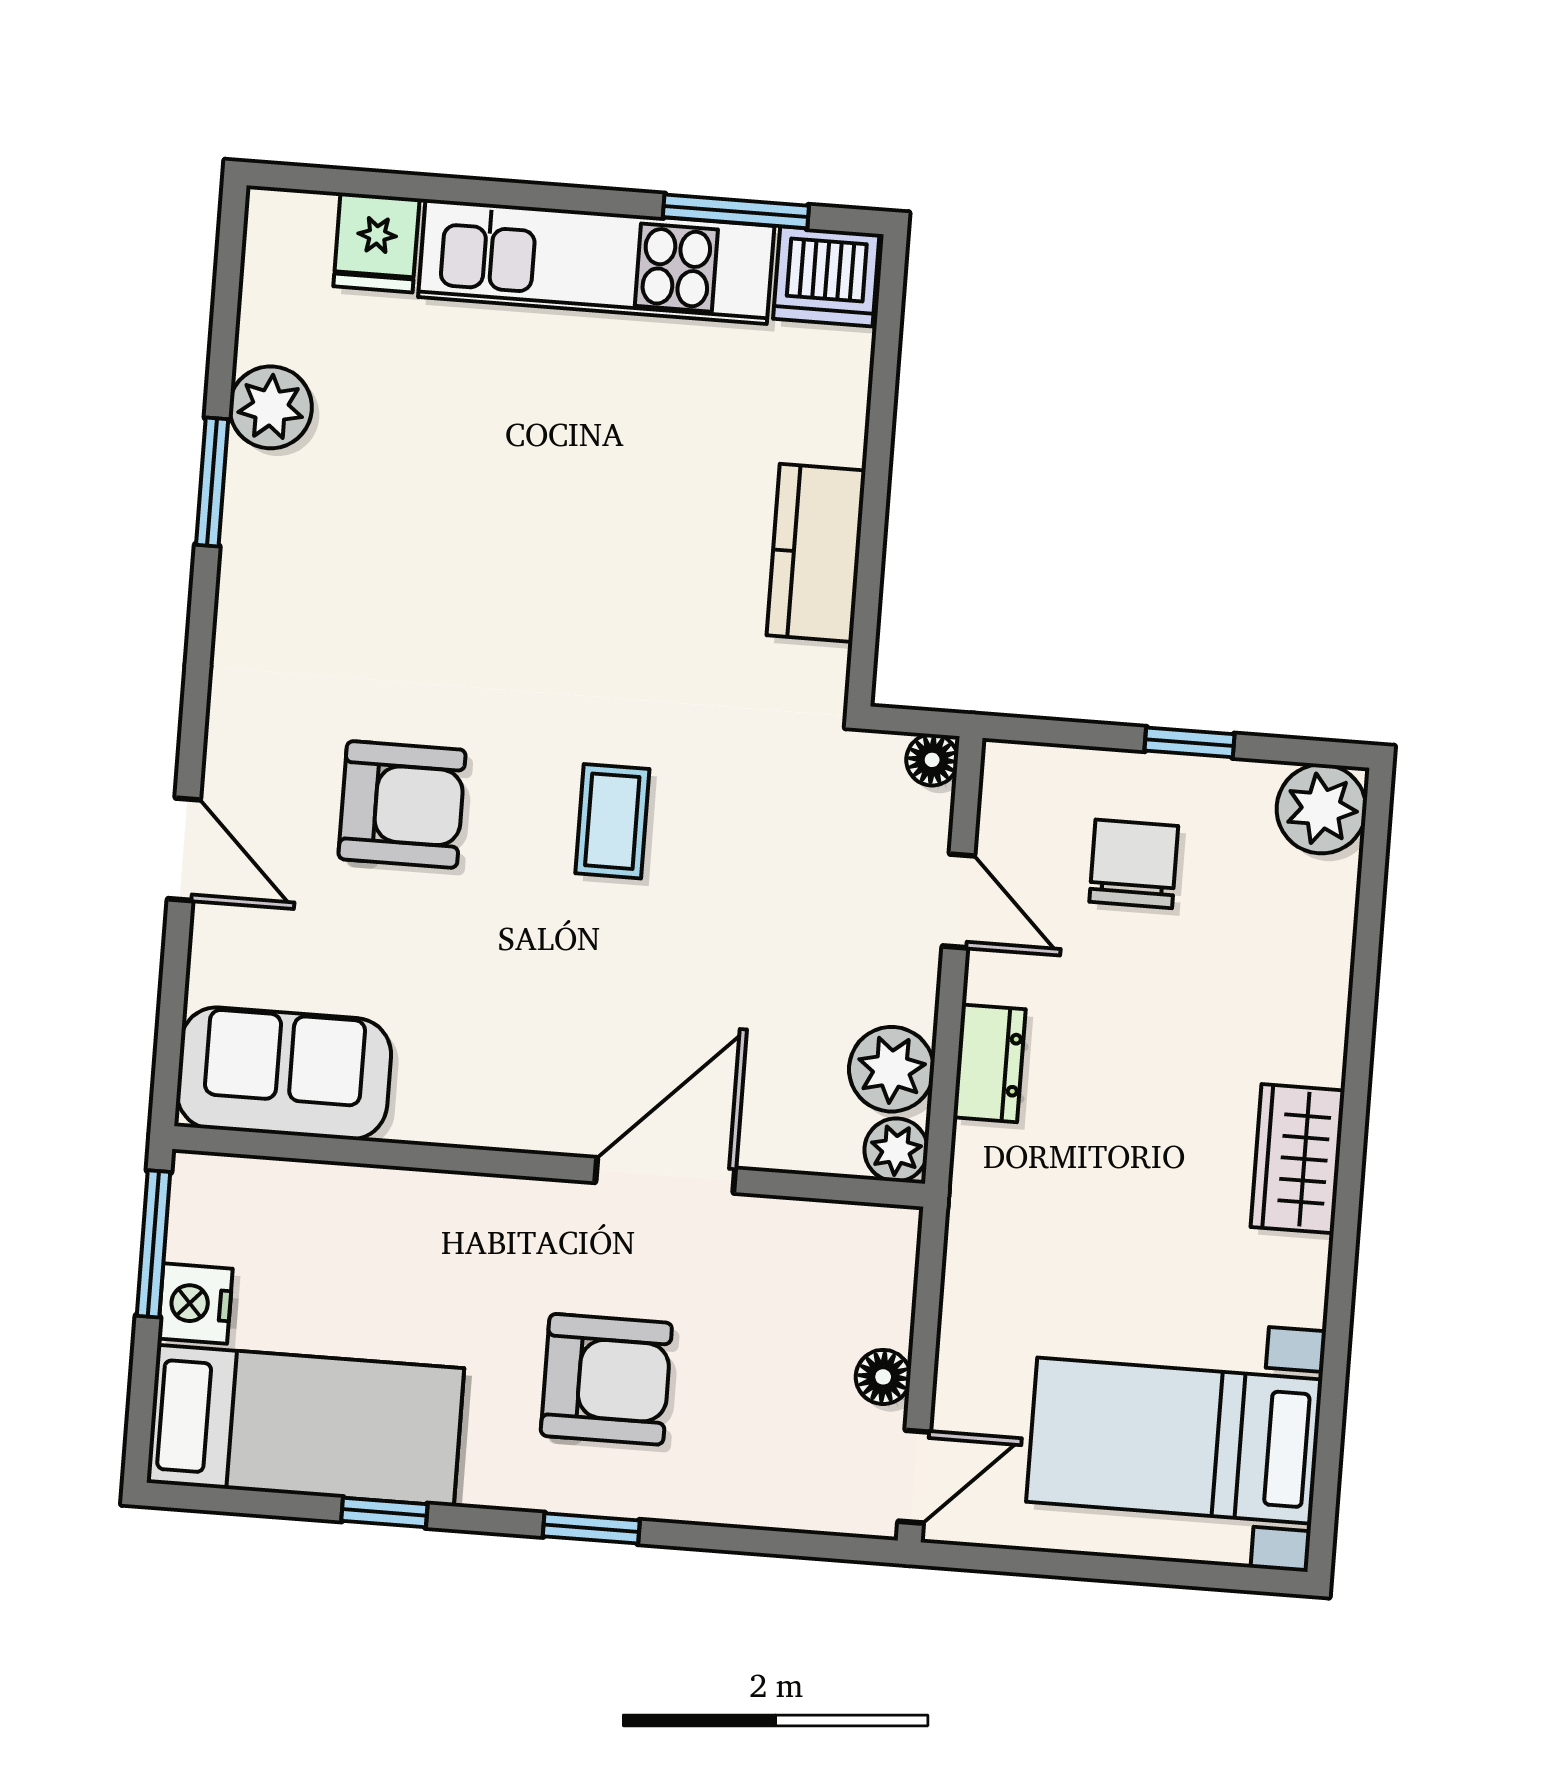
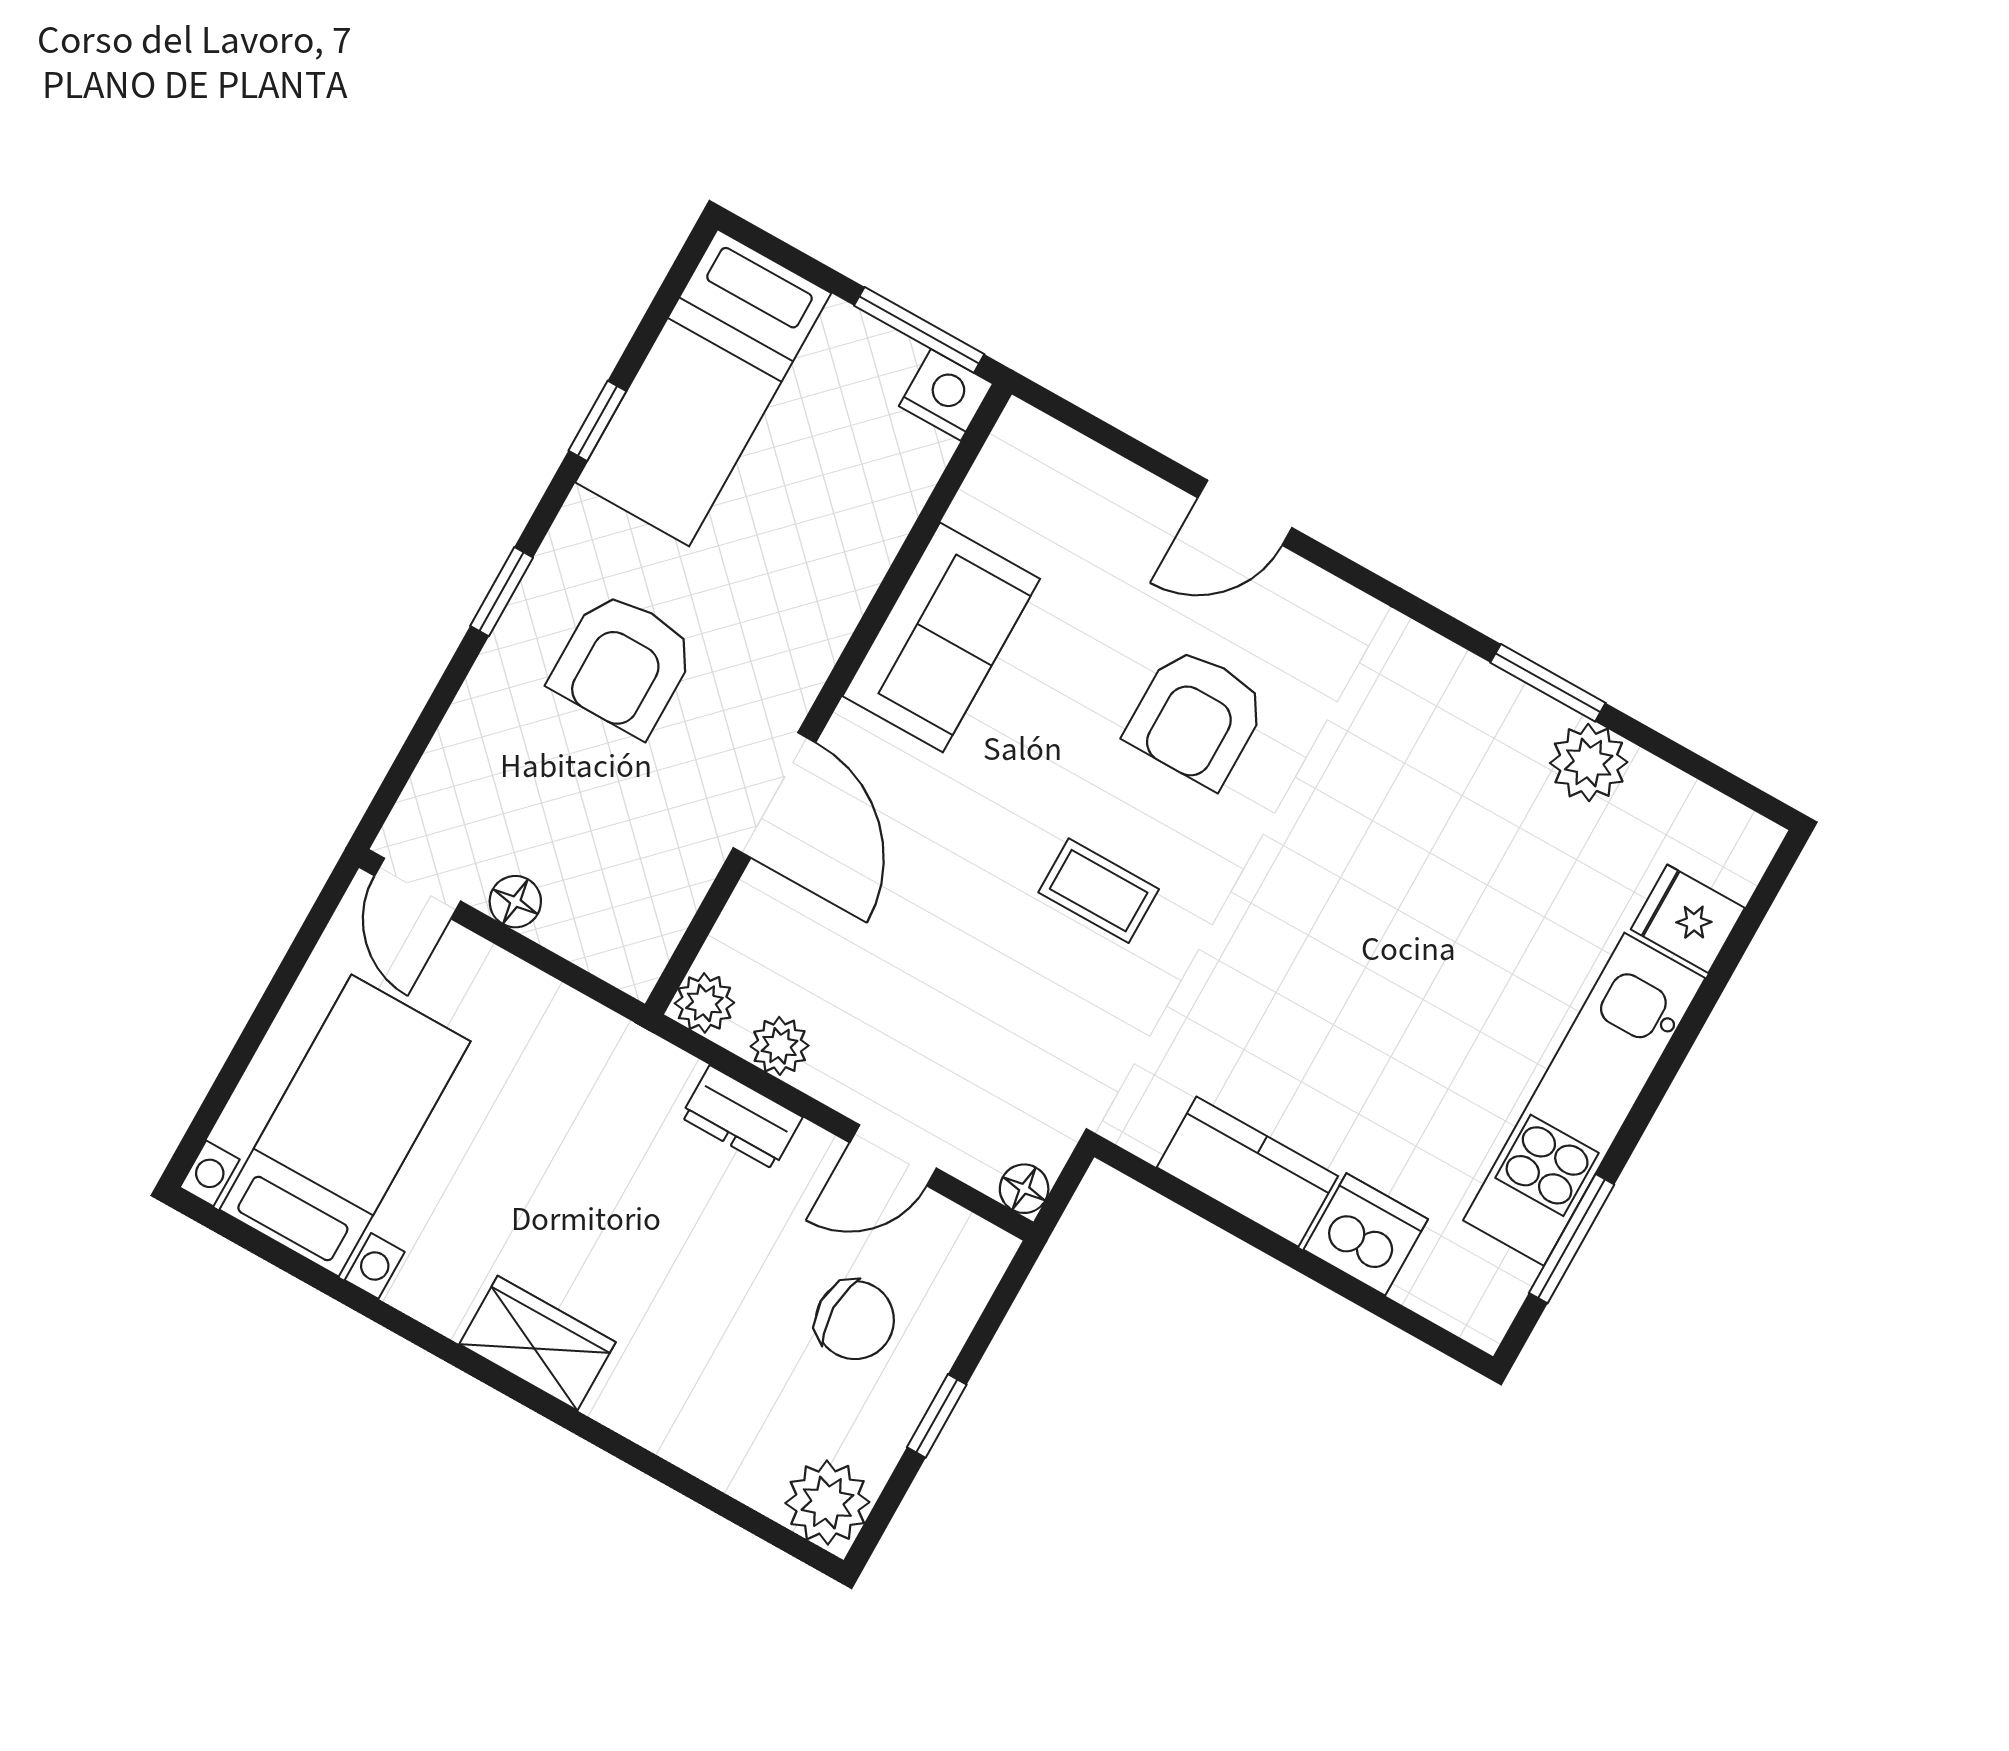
dishwasher: (826, 276) -> (1366, 1234), moved, turned 90
plant: (892, 1069) -> (780, 1046), width x0.73, depth x0.73
sofa: (284, 1073) -> (941, 637), moved
nightstand: (195, 1304) -> (946, 395), moved

